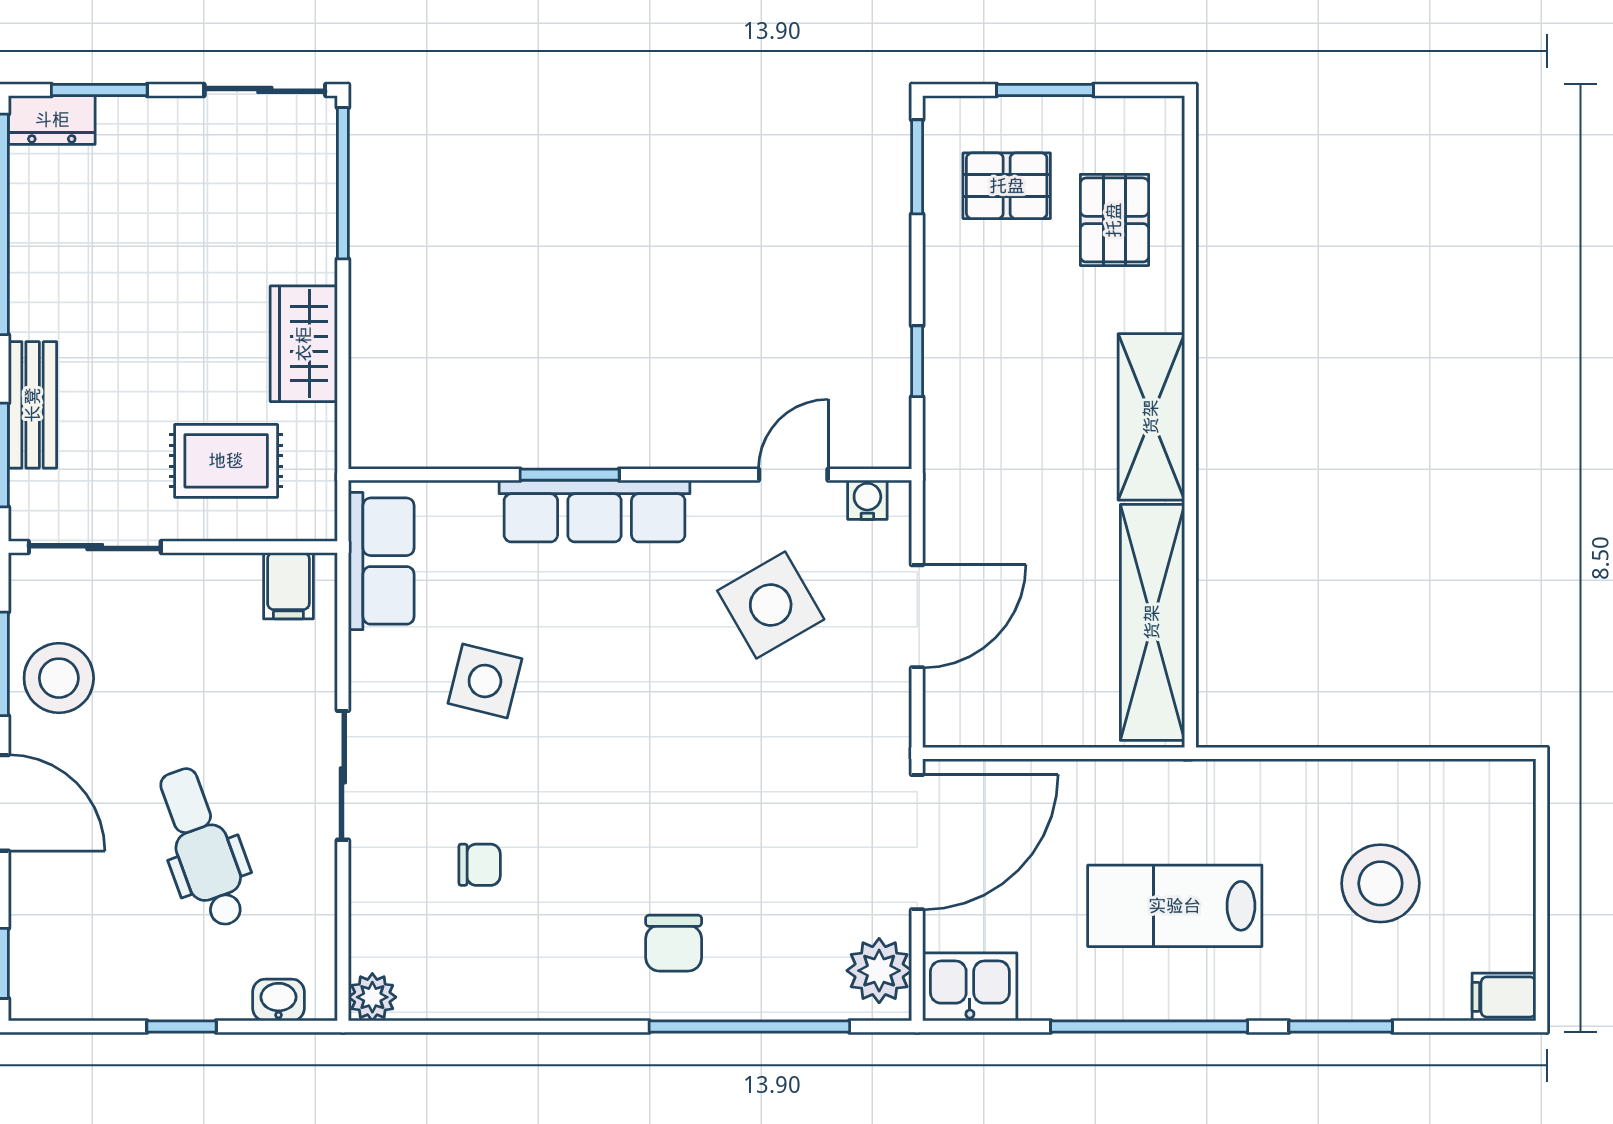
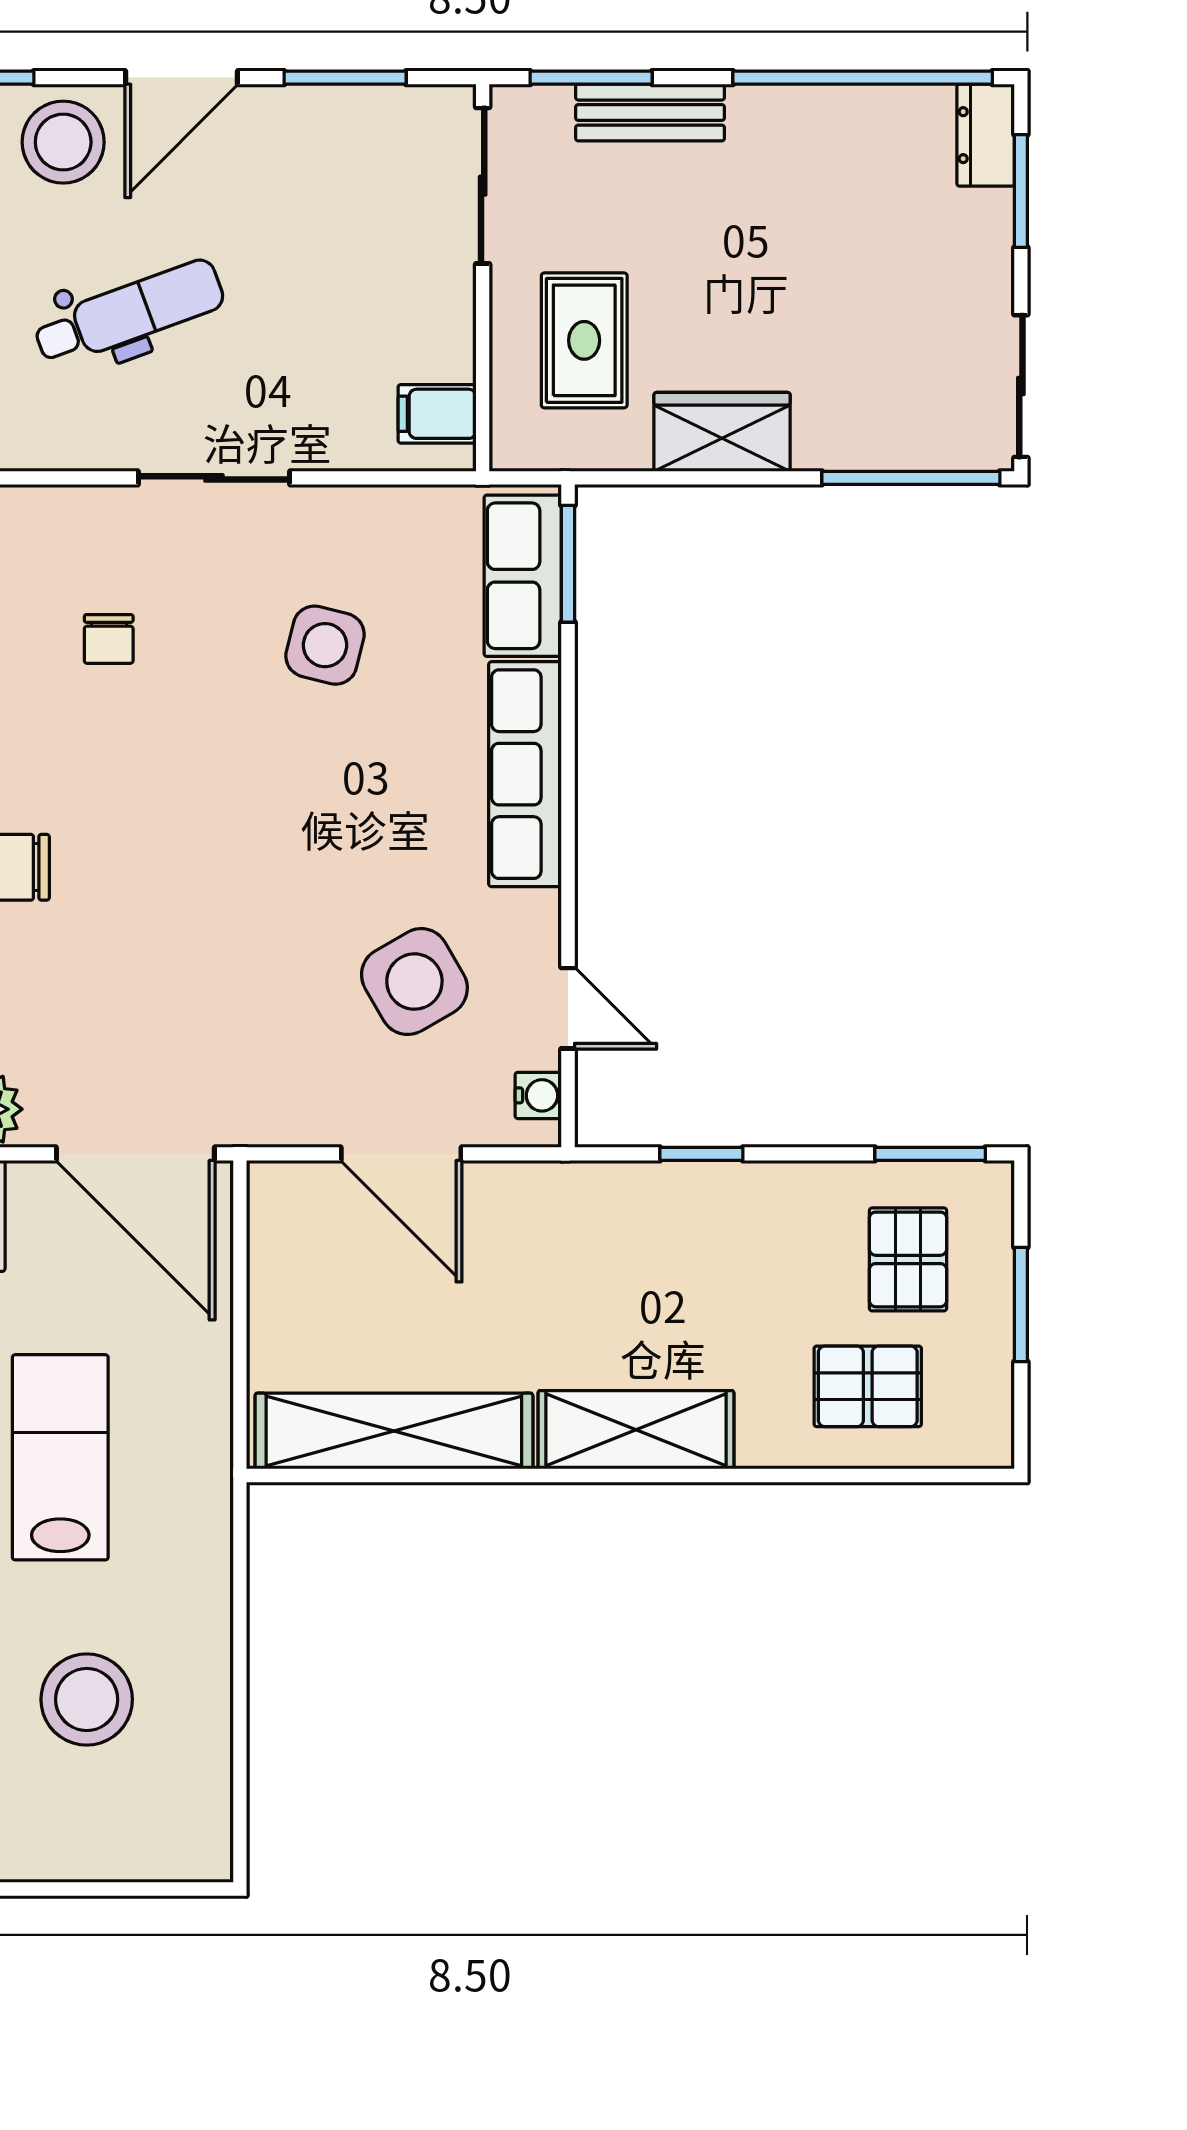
window: (570, 475) -> (568, 564), moved
row of seats: (381, 561) -> (523, 576), moved, turned 90
stool: (59, 678) -> (63, 142), moved

